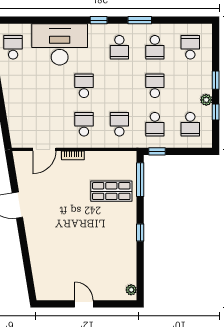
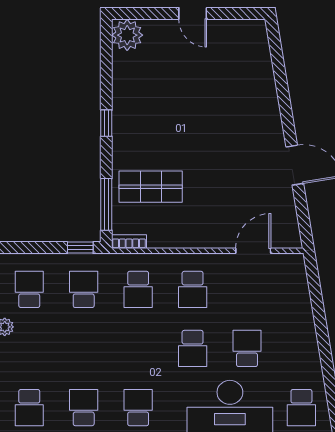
school desk: (155, 86) -> (247, 348), moved, turned 180
bookcase: (73, 155) -> (129, 242), moved
plant: (131, 290) -> (127, 35), width x1.88, depth x1.88

